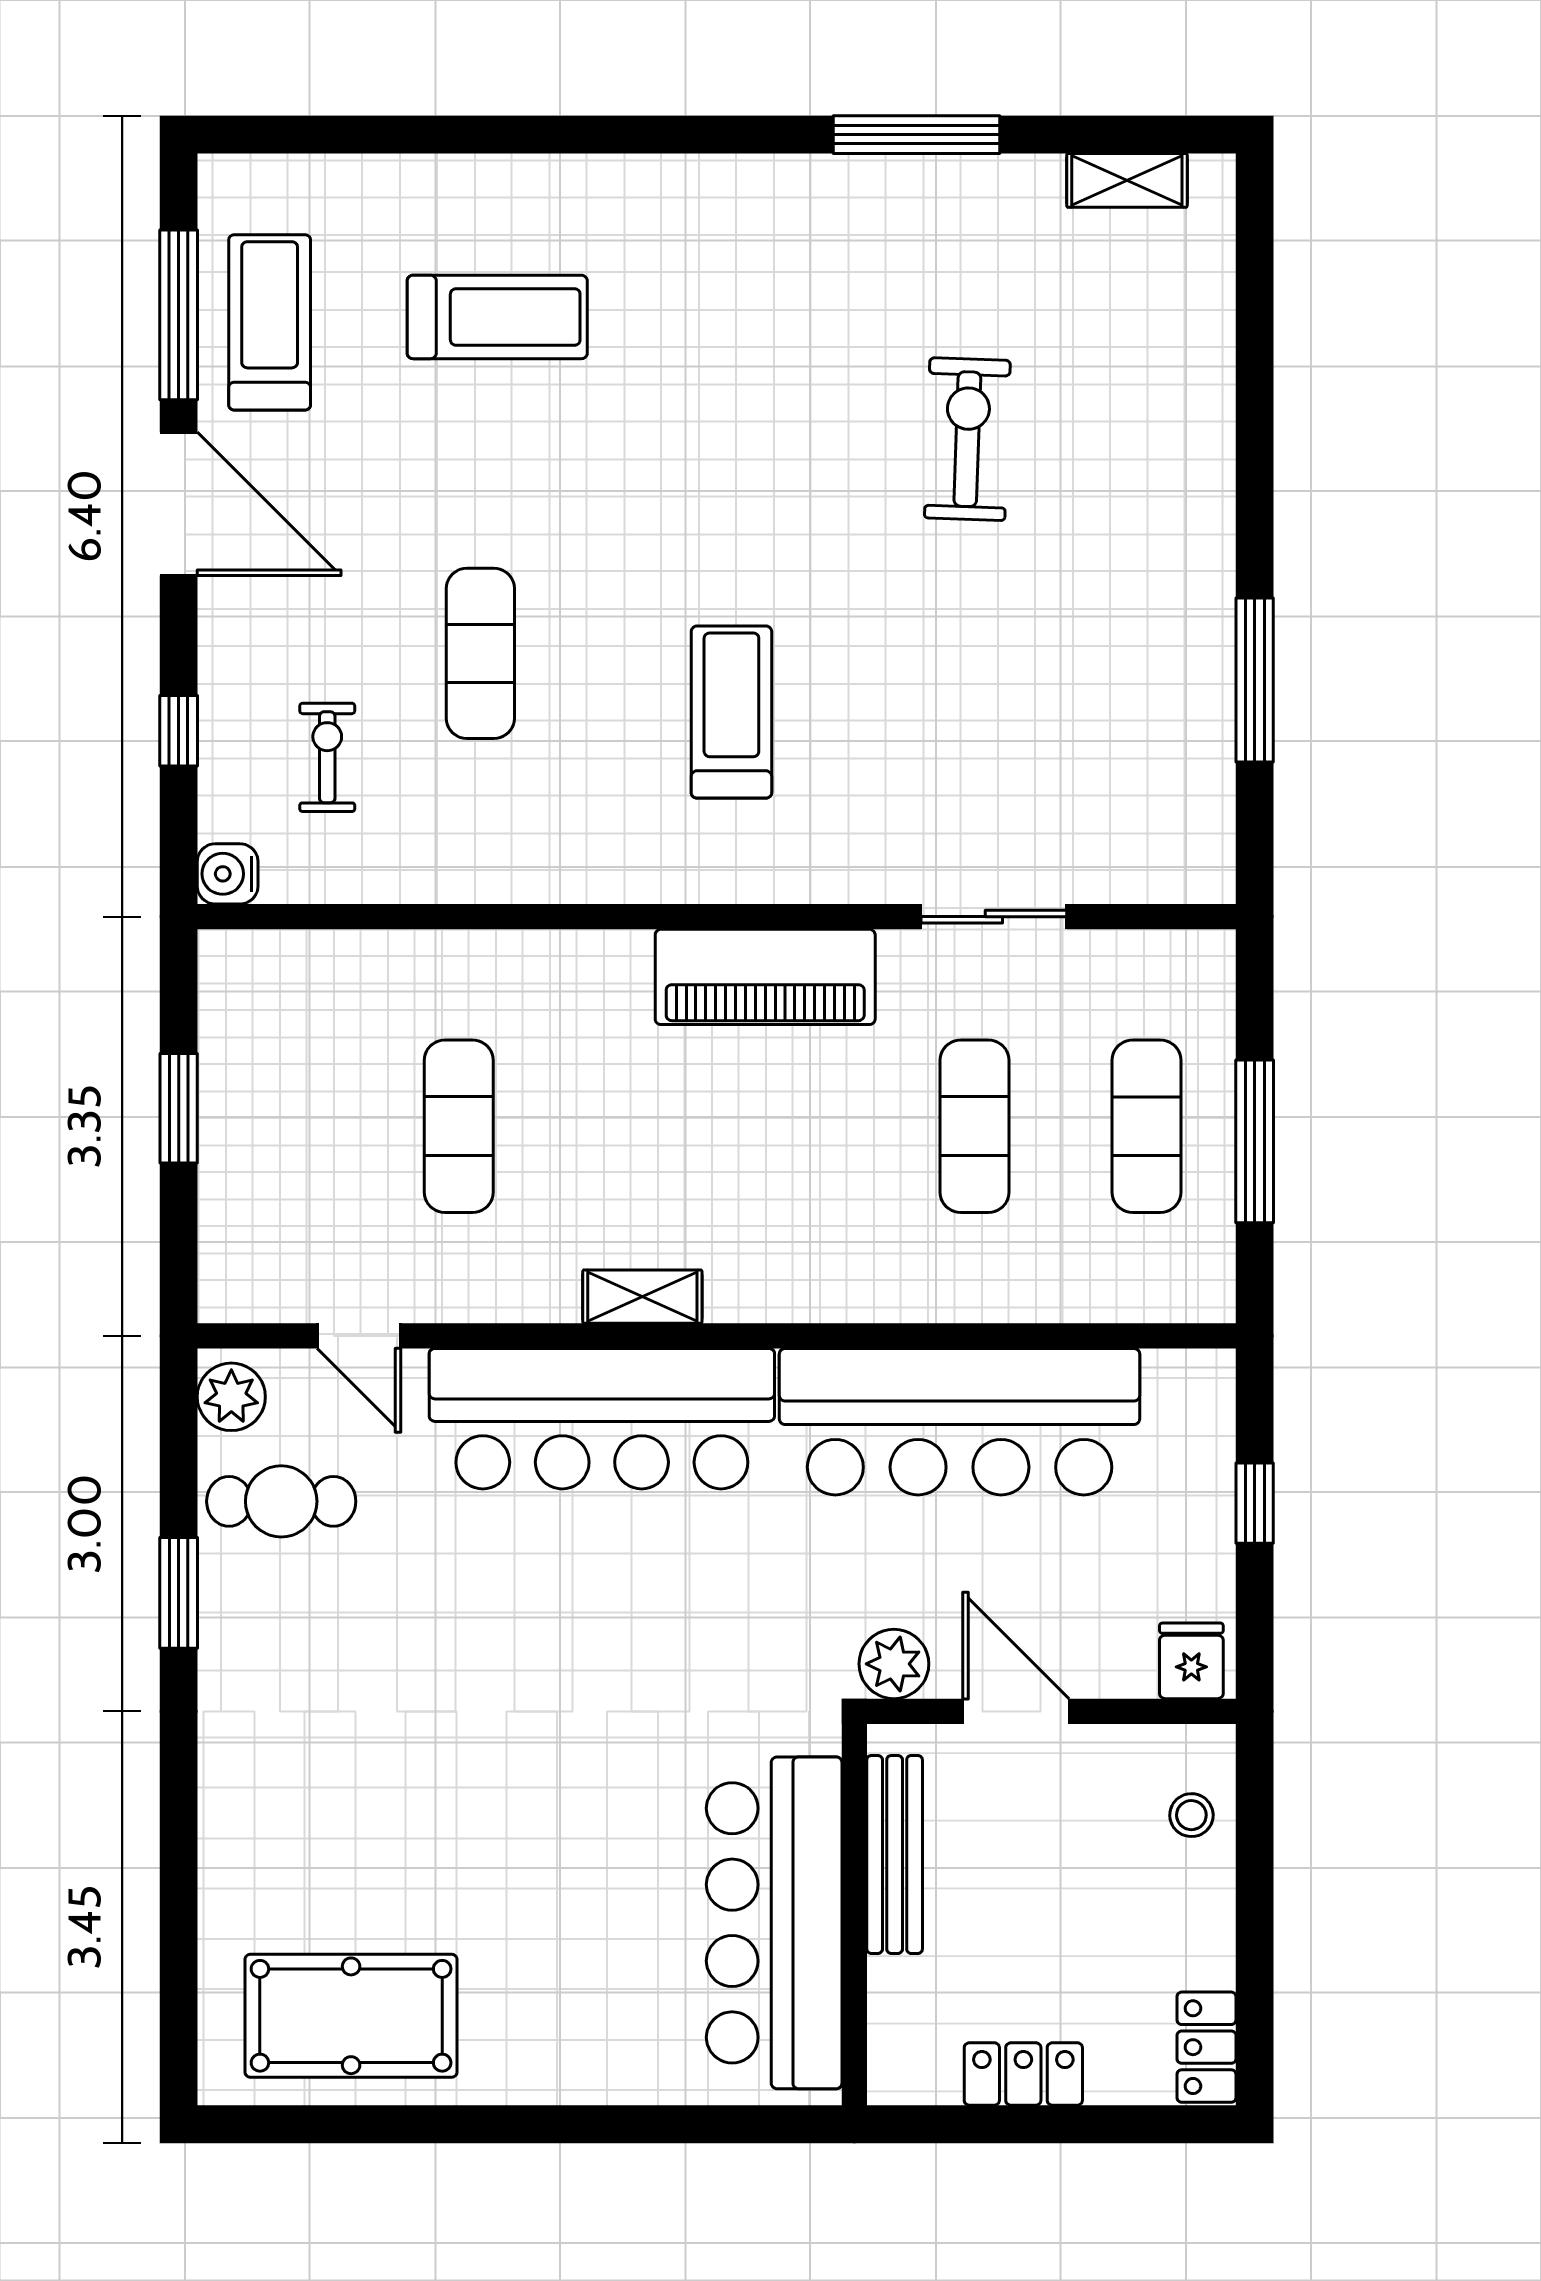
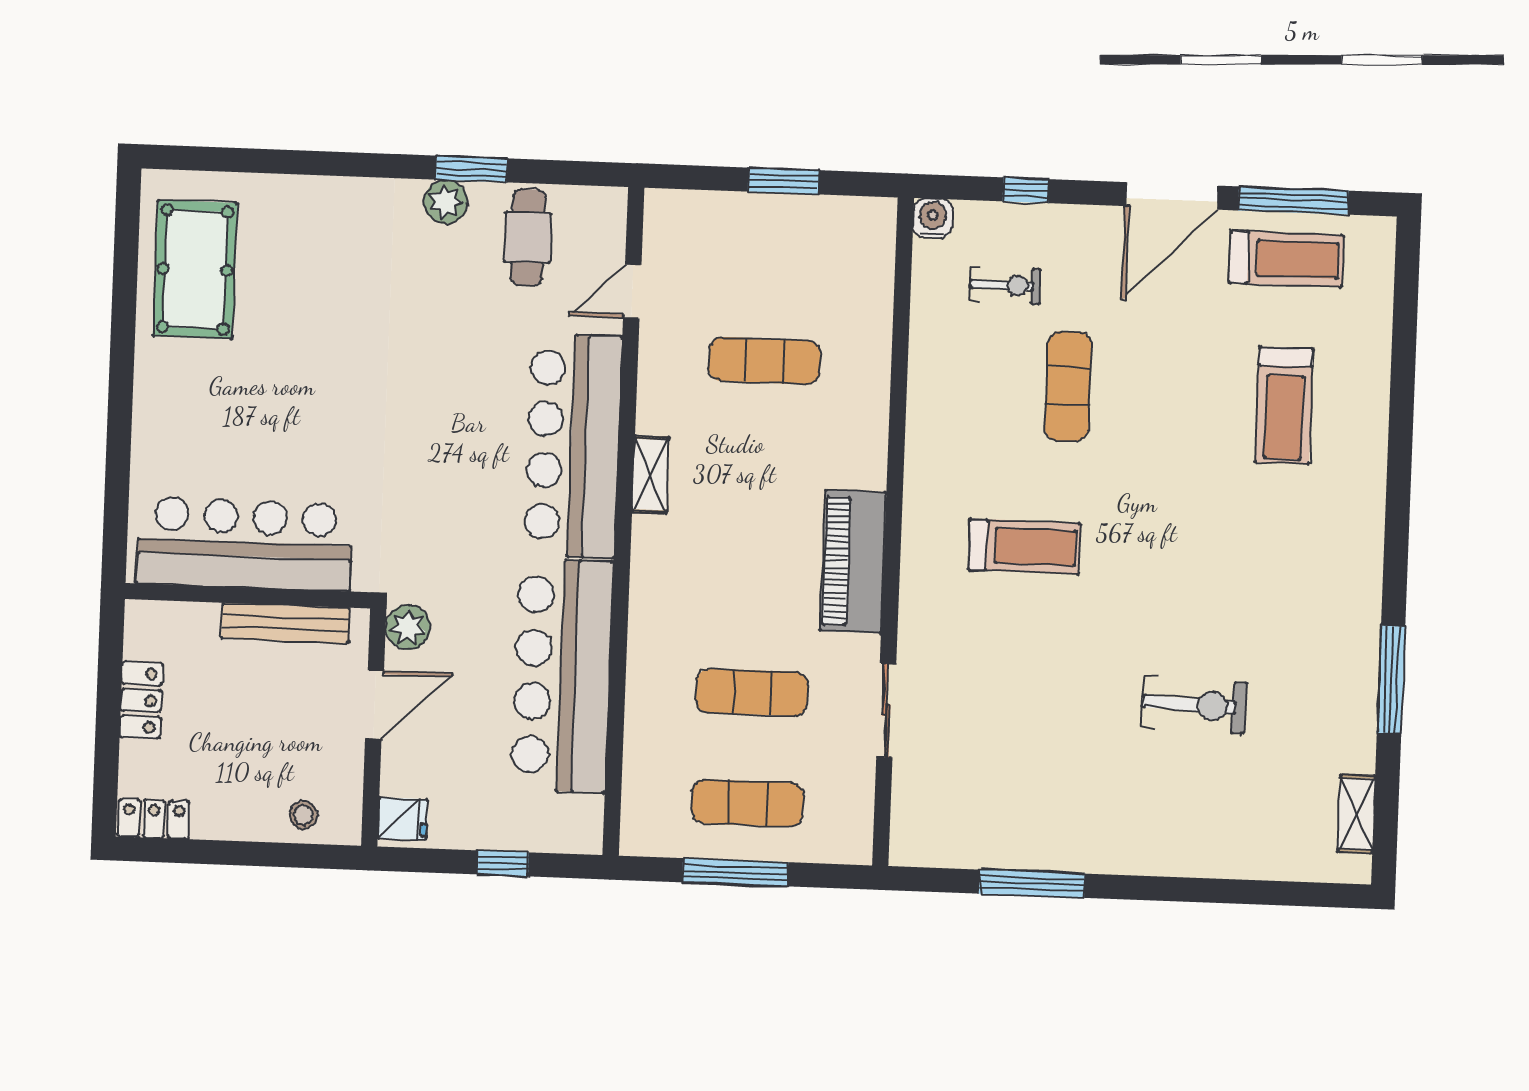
exercise mat: (480, 653) -> (1068, 386), turned 90
plant: (231, 1397) -> (446, 202), moved

